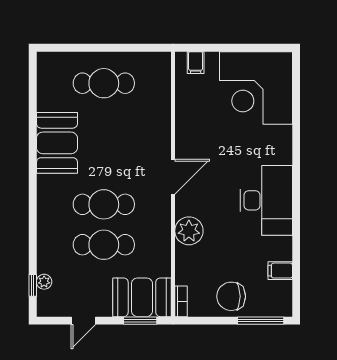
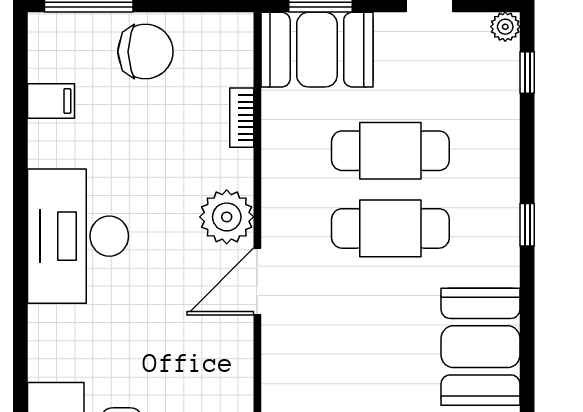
window: (33, 206) -> (527, 225), added
plant: (189, 231) -> (227, 217), moved
plant: (44, 282) -> (505, 27), moved
bookcase: (181, 301) -> (242, 118), moved

